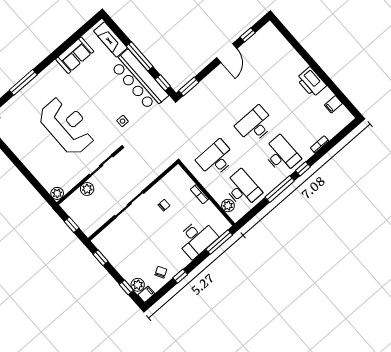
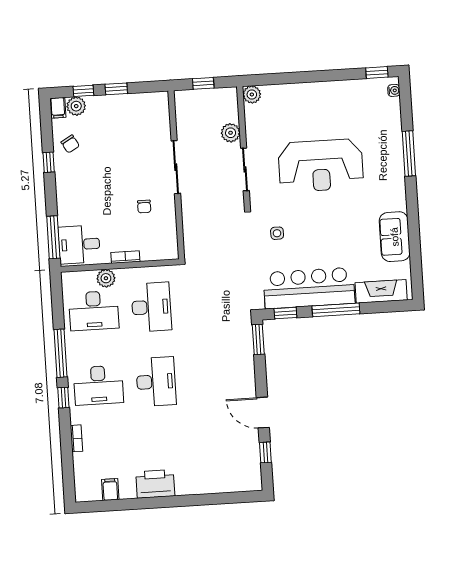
plant: (228, 206) -> (106, 278), moved
desk: (197, 238) -> (79, 244), moved, width x0.73
window: (101, 258) -> (116, 89), moved

